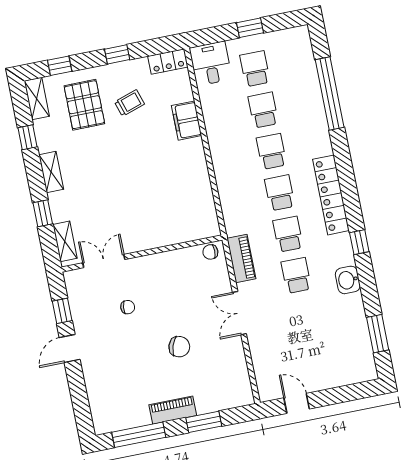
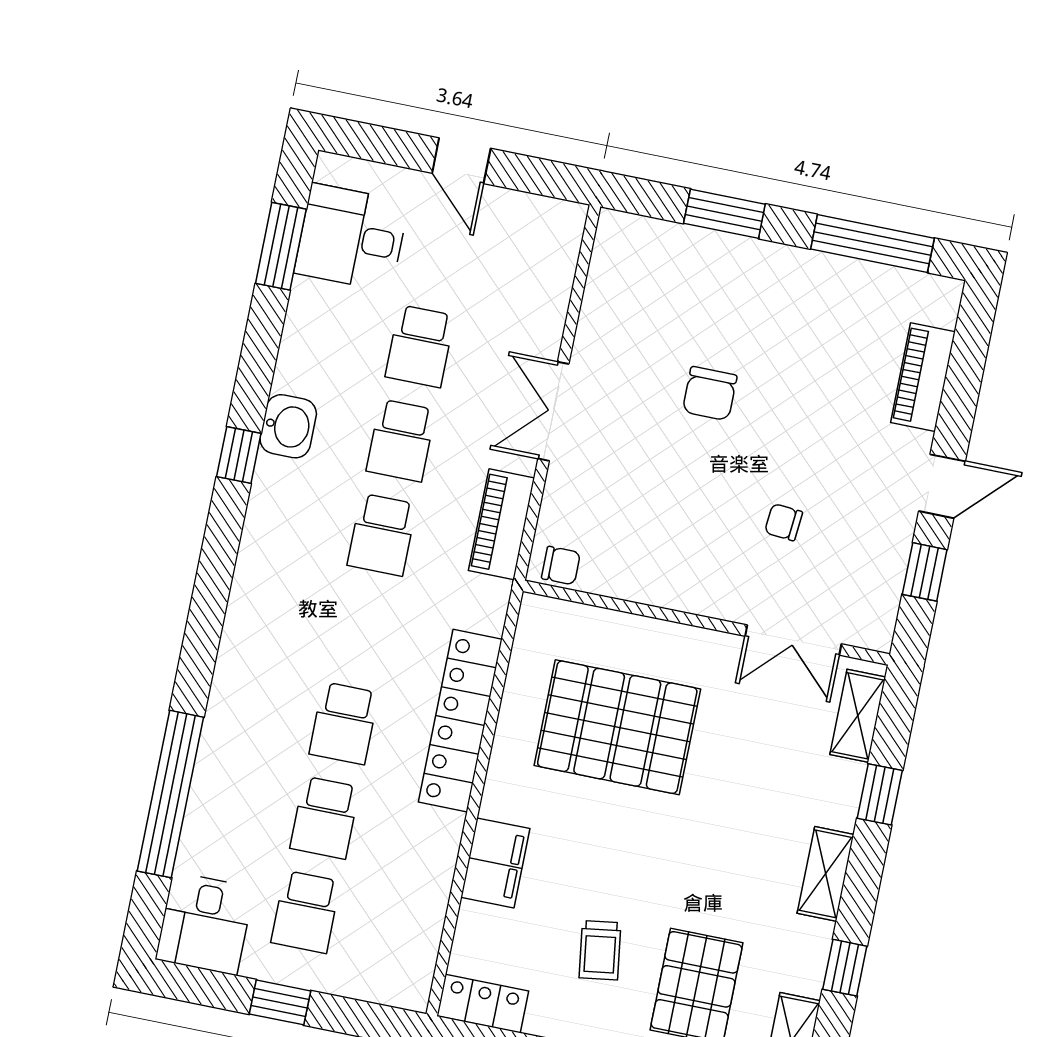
desk: (211, 64) -> (205, 924), moved
trolley: (129, 103) -> (600, 950), turned -80
school desk: (280, 193) -> (420, 346), moved
locker: (331, 195) -> (460, 721), moved, turned 180
pallet: (160, 196) -> (617, 727), added
washbasin: (348, 280) -> (288, 426), moved
double door: (239, 313) -> (553, 411), swing flipped
chair: (179, 347) -> (710, 394), turned -109
desk: (351, 349) -> (351, 237), added
door: (297, 403) -> (461, 161), moved
piano: (173, 410) -> (923, 377), moved, turned 90

